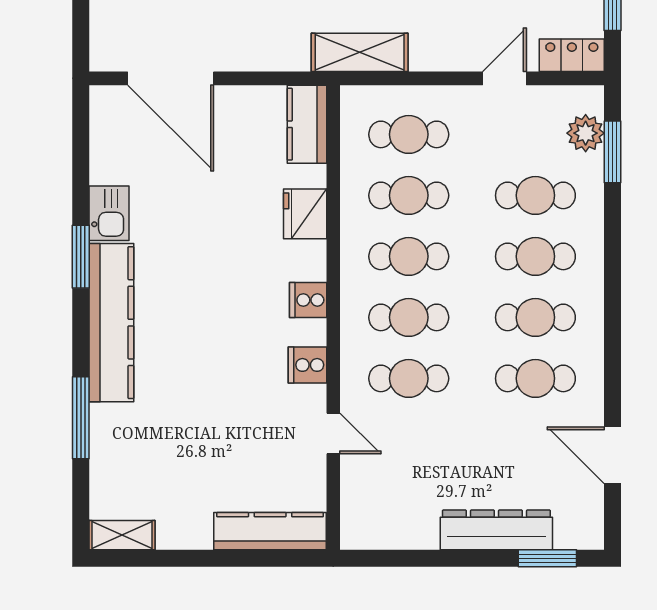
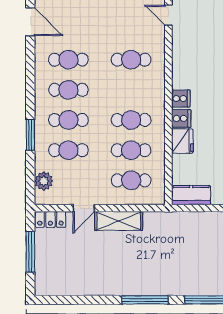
shelving: (360, 52) -> (119, 221), moved
kitchen counter: (307, 124) -> (191, 195), moved, turned -90
window: (613, 152) -> (30, 135), moved
cafe table: (409, 317) -> (131, 90), removed
cooker: (307, 365) -> (181, 118), moved
door: (333, 433) -> (168, 15), moved

